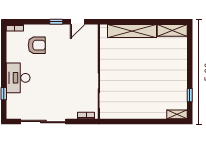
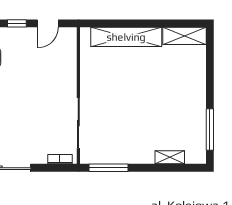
window: (190, 95) -> (210, 130), width x2.17
shelving: (177, 114) -> (170, 157), moved
window: (120, 122) -> (109, 168), added

